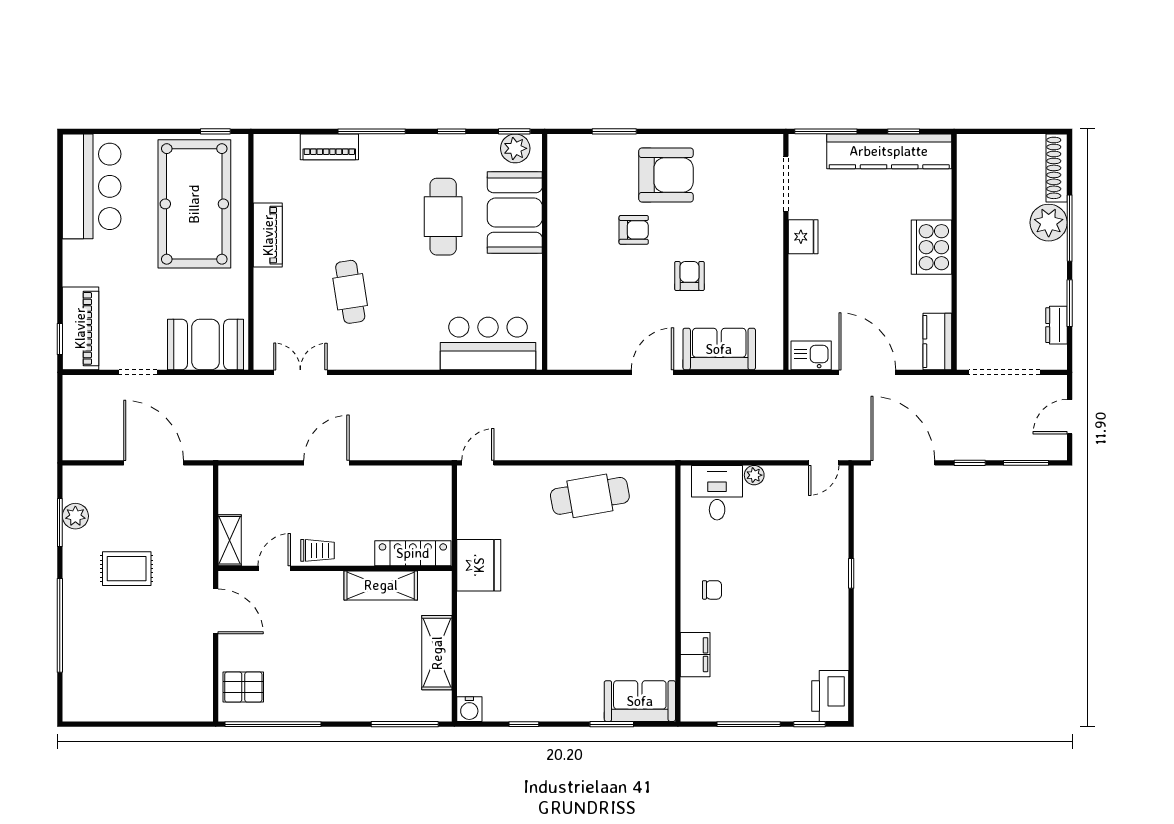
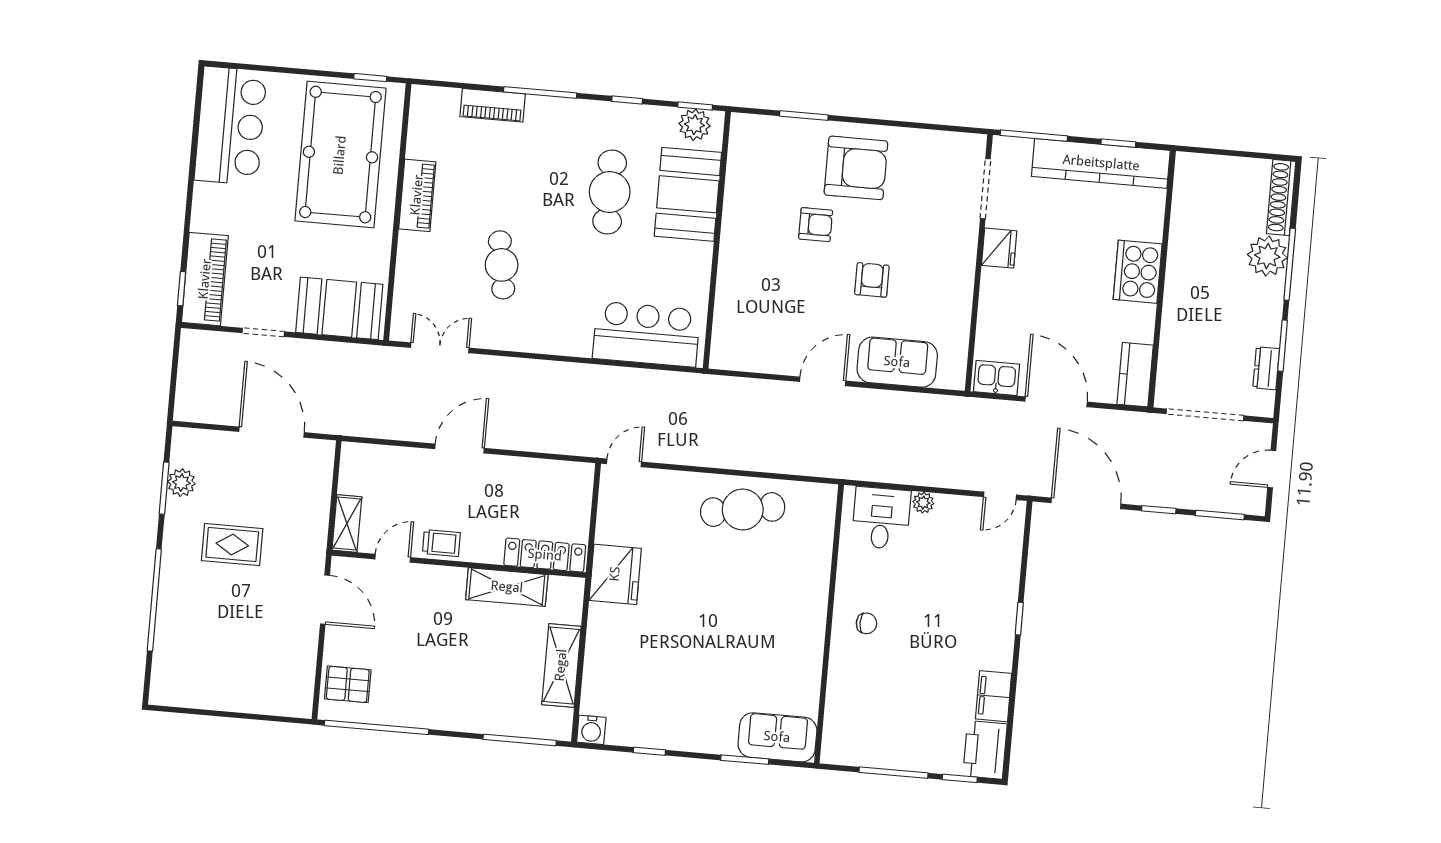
filing cabinet: (695, 655) -> (994, 696), moved, turned 180

